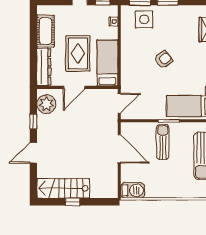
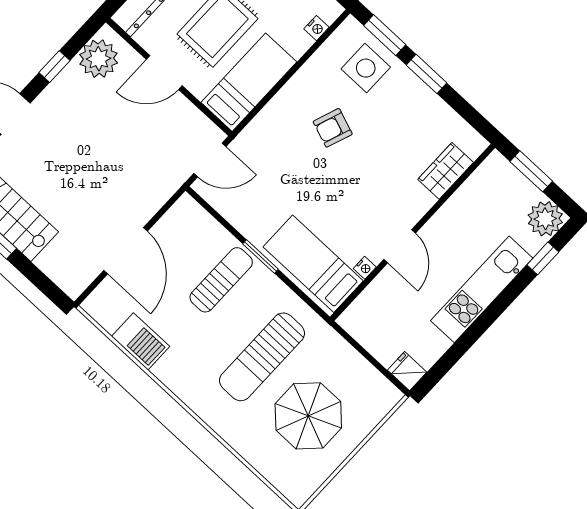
armchair: (163, 60) -> (333, 128), moved, turned 147
door: (119, 149) -> (126, 251), moved
barbecue: (133, 190) -> (141, 341), moved

